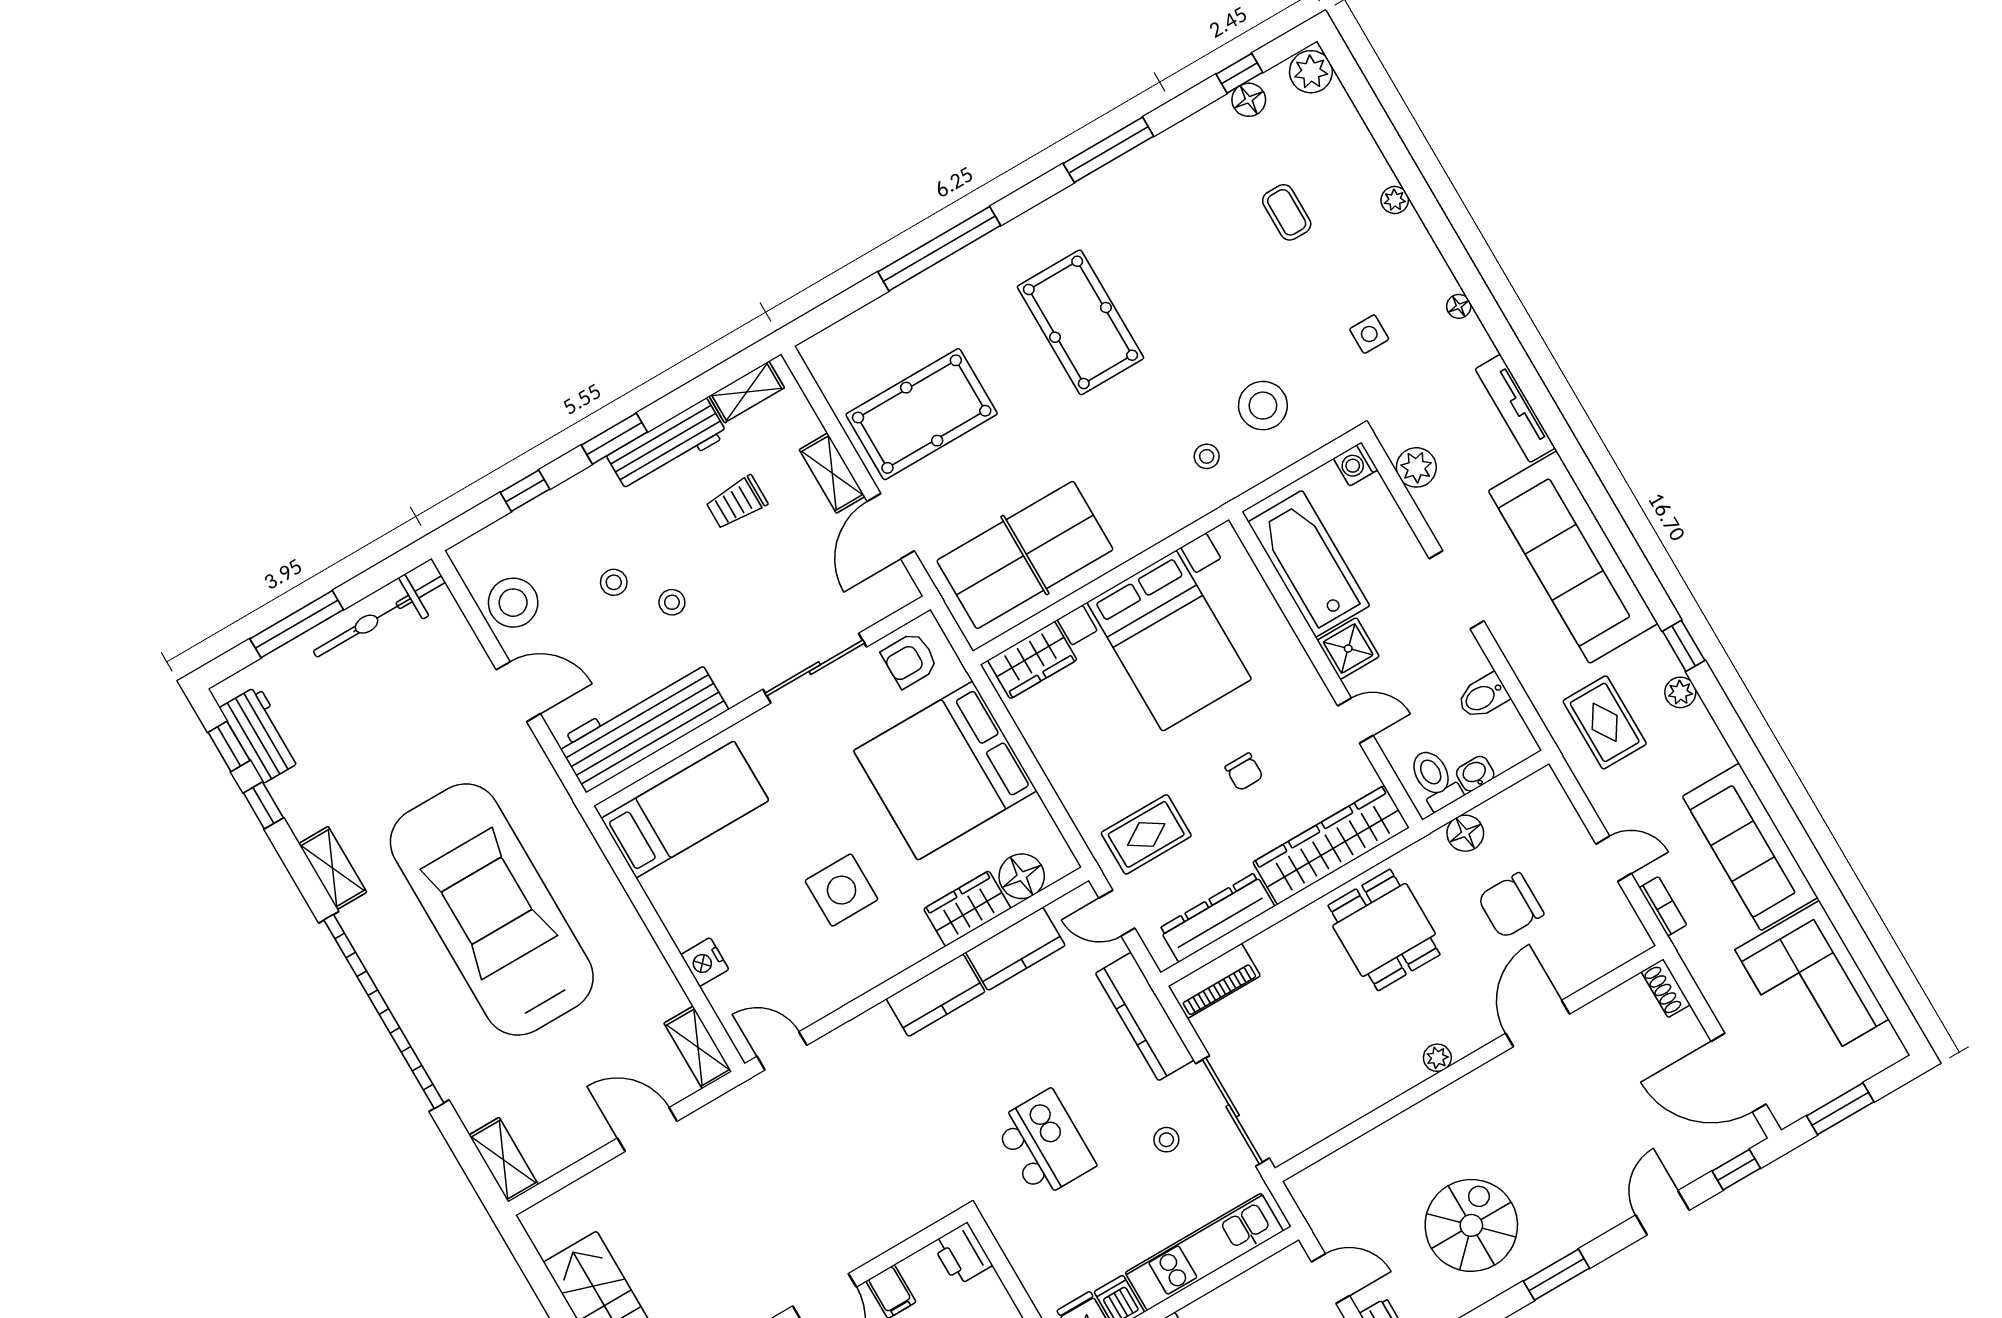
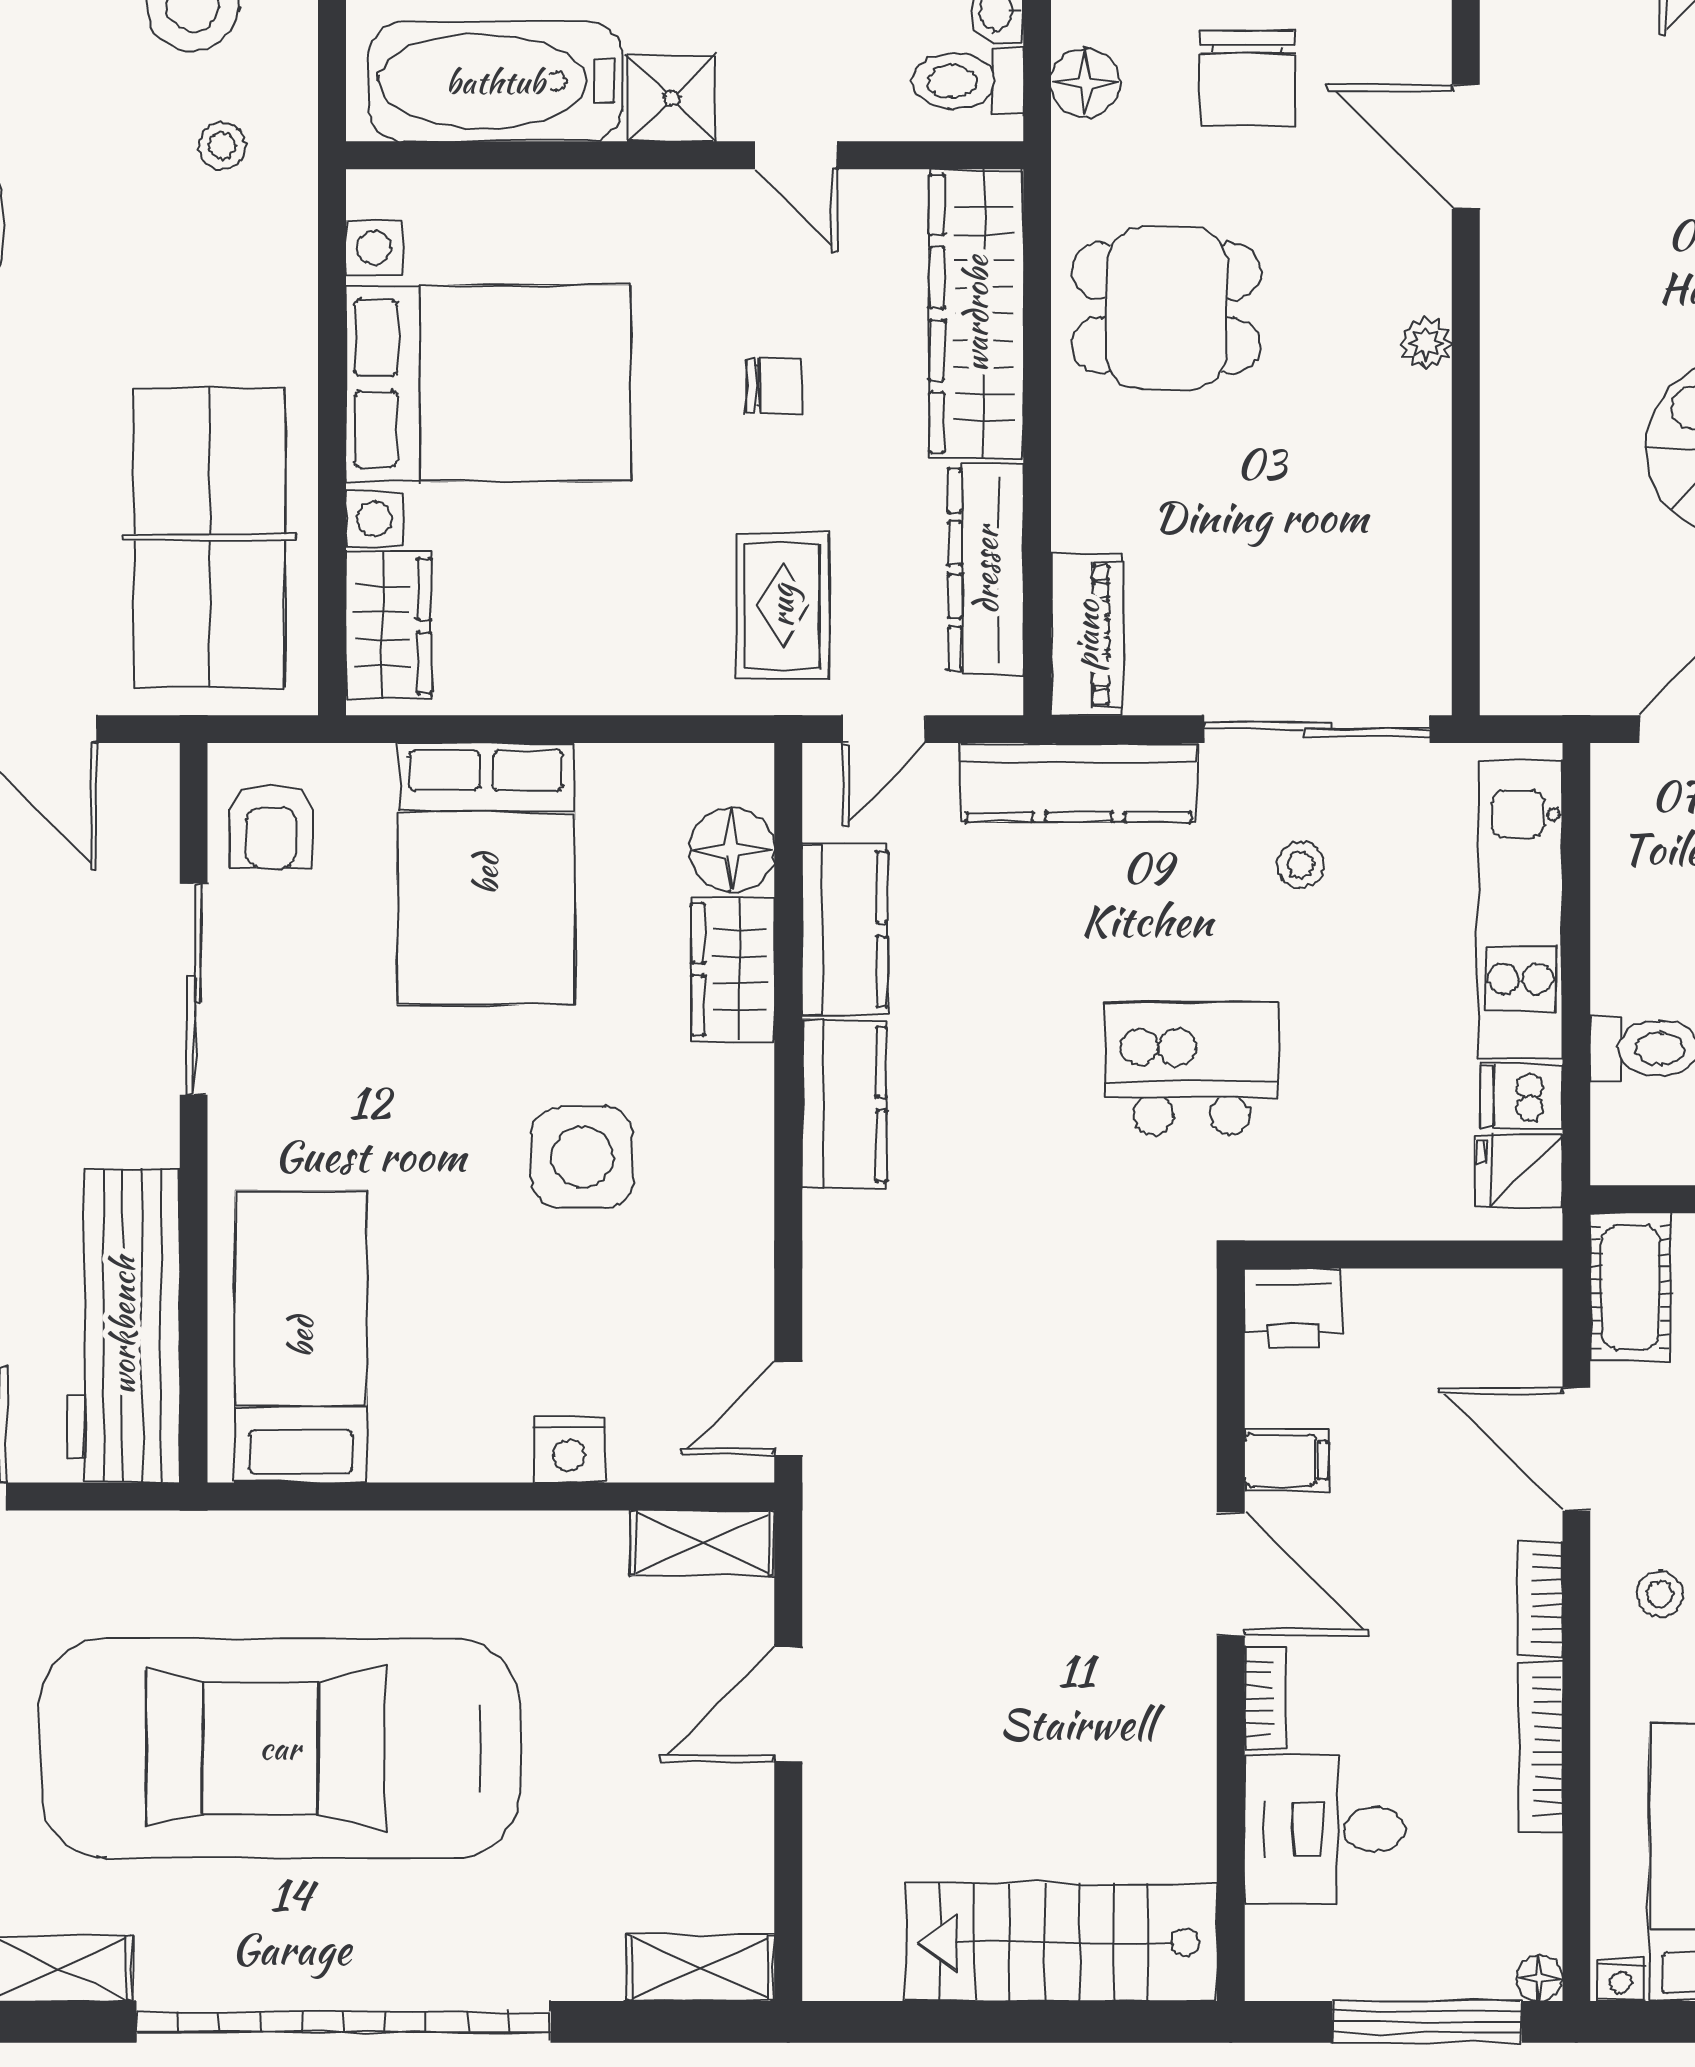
door: (1355, 721) -> (796, 155), swing flipped
bed: (945, 771) -> (486, 874), width x0.73

